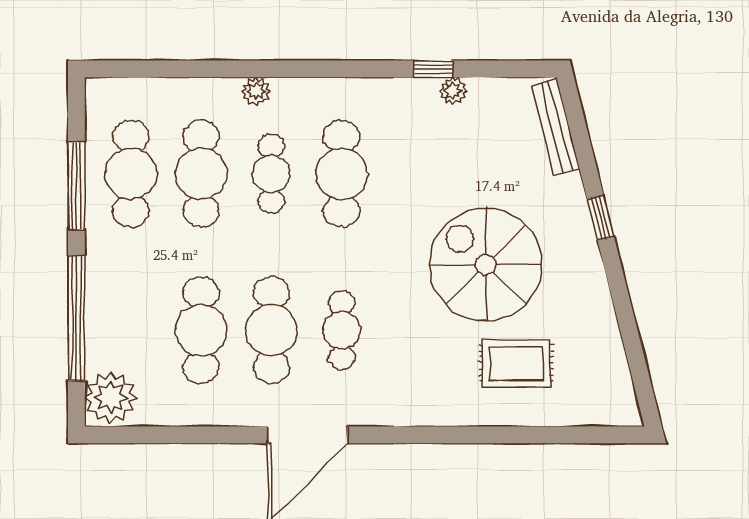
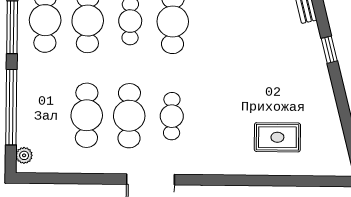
spiral stairs: (486, 265) -> (259, 77), removed
plant: (110, 397) -> (24, 155), width x0.53, depth x0.53

